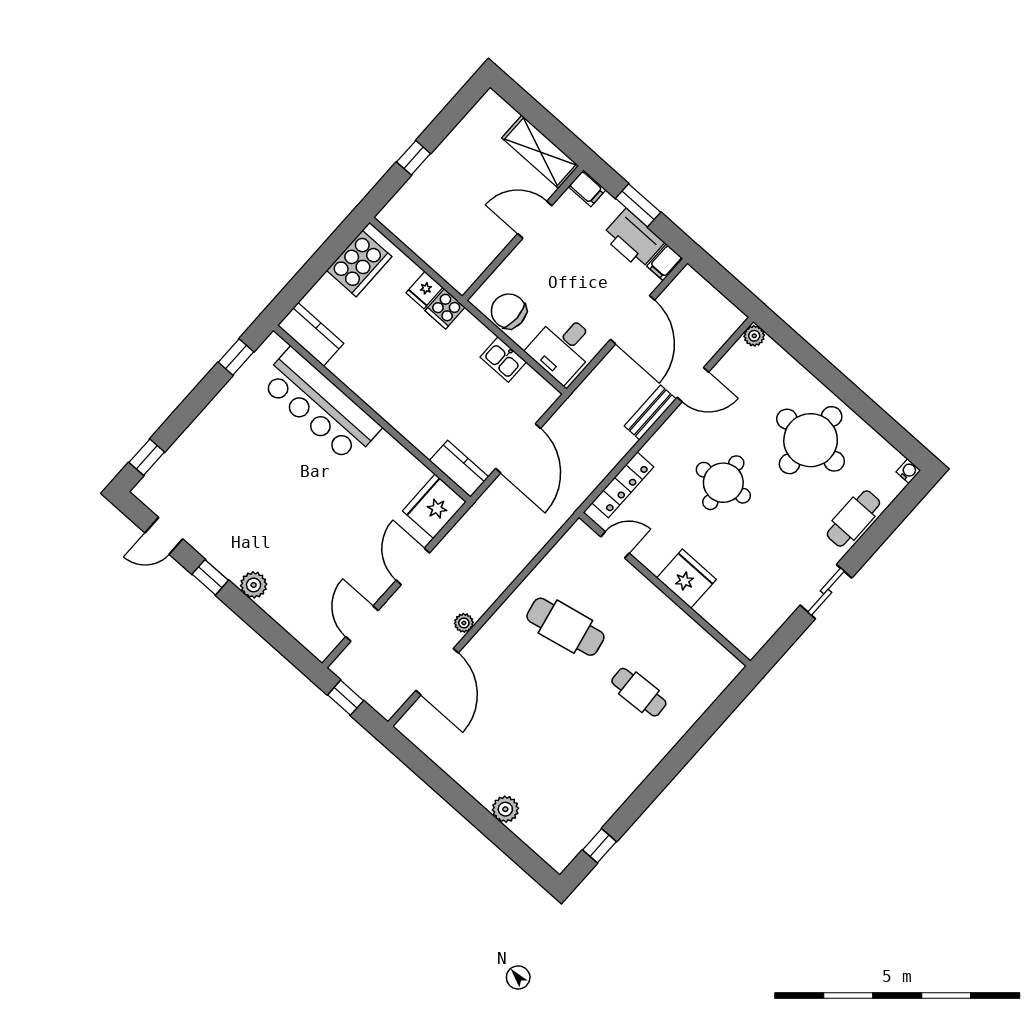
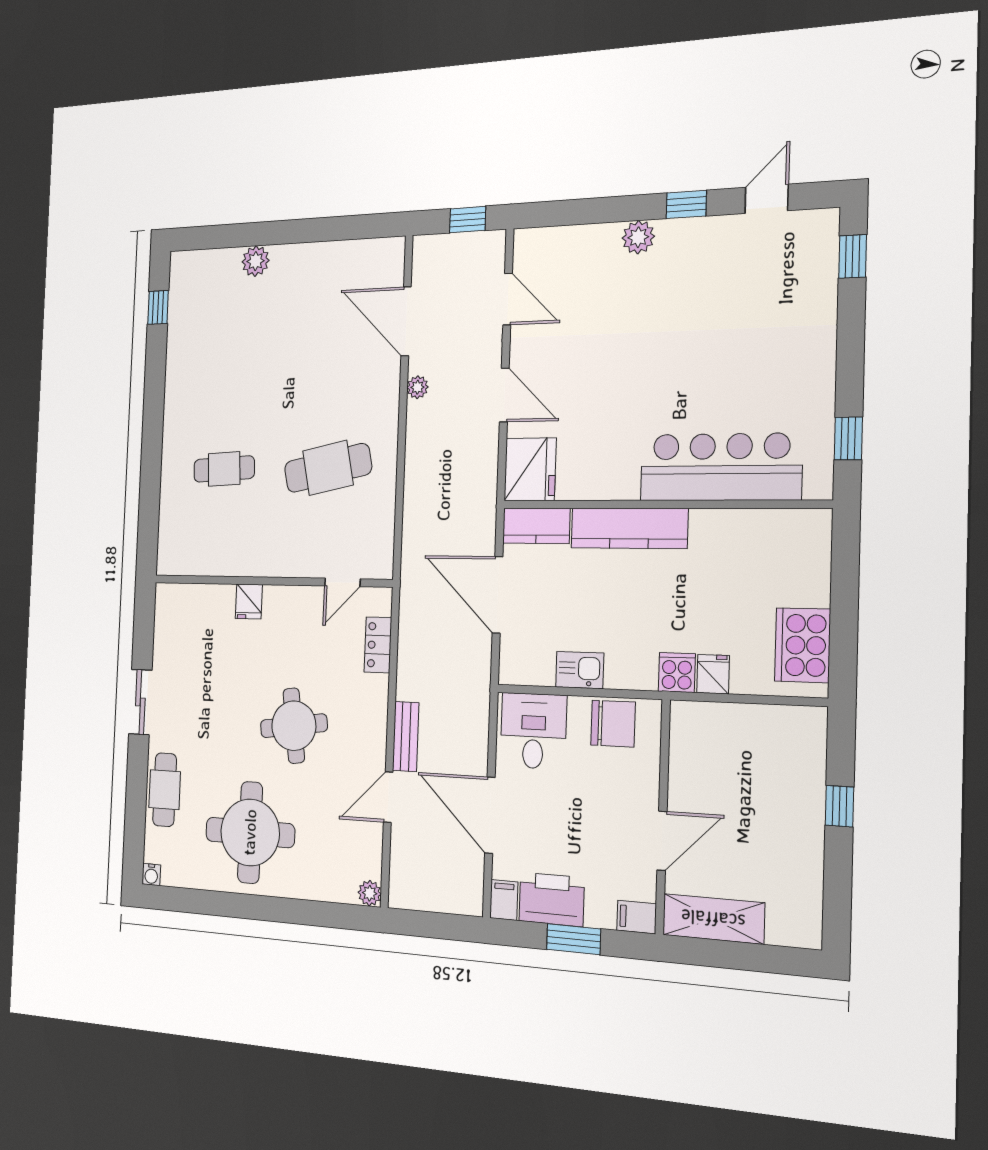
kitchen counter: (311, 334) -> (629, 528), moved, width x1.50
locker: (623, 485) -> (378, 645), width x0.66
fridge: (687, 579) -> (249, 602), width x0.53, depth x0.75

